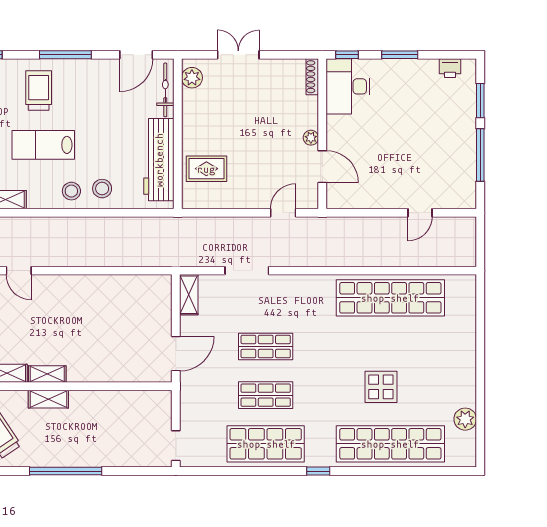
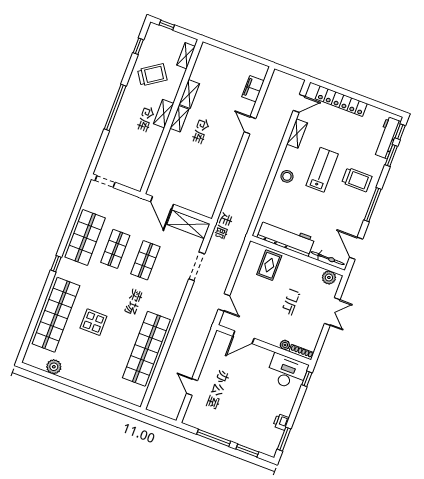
window: (400, 55) -> (284, 439), moved
printer: (450, 68) -> (281, 422), moved
plant: (311, 138) -> (285, 345), moved
stool: (102, 189) -> (281, 196), removed
door: (19, 271) -> (250, 125), hinge flipped
shelving: (189, 295) -> (188, 224), width x1.50, depth x1.33

